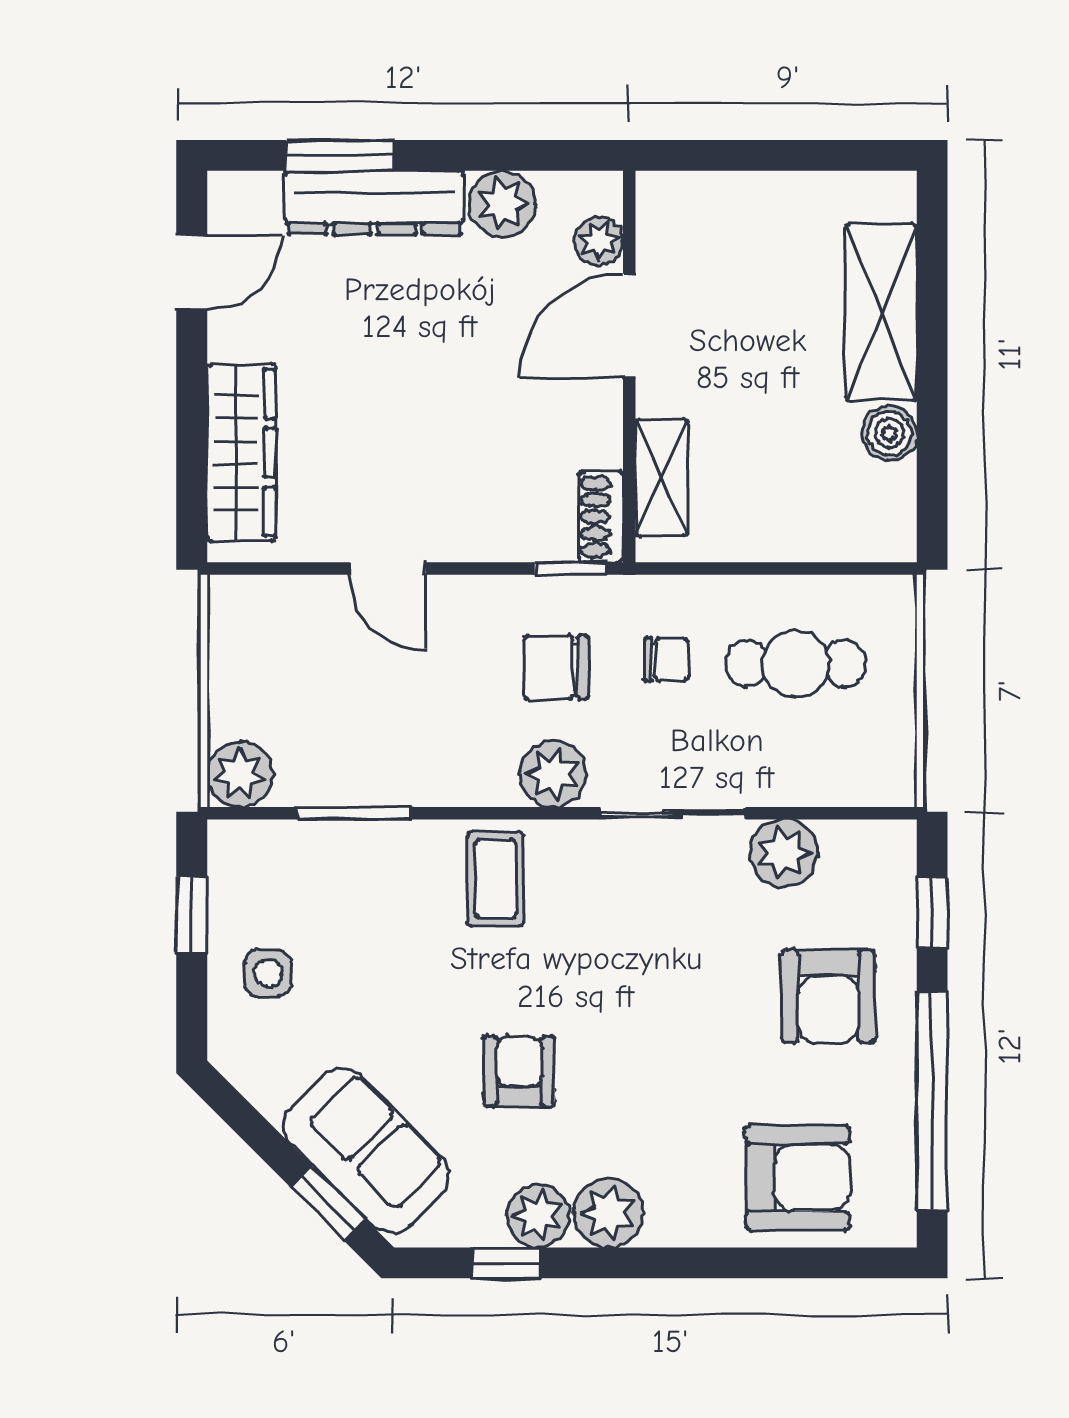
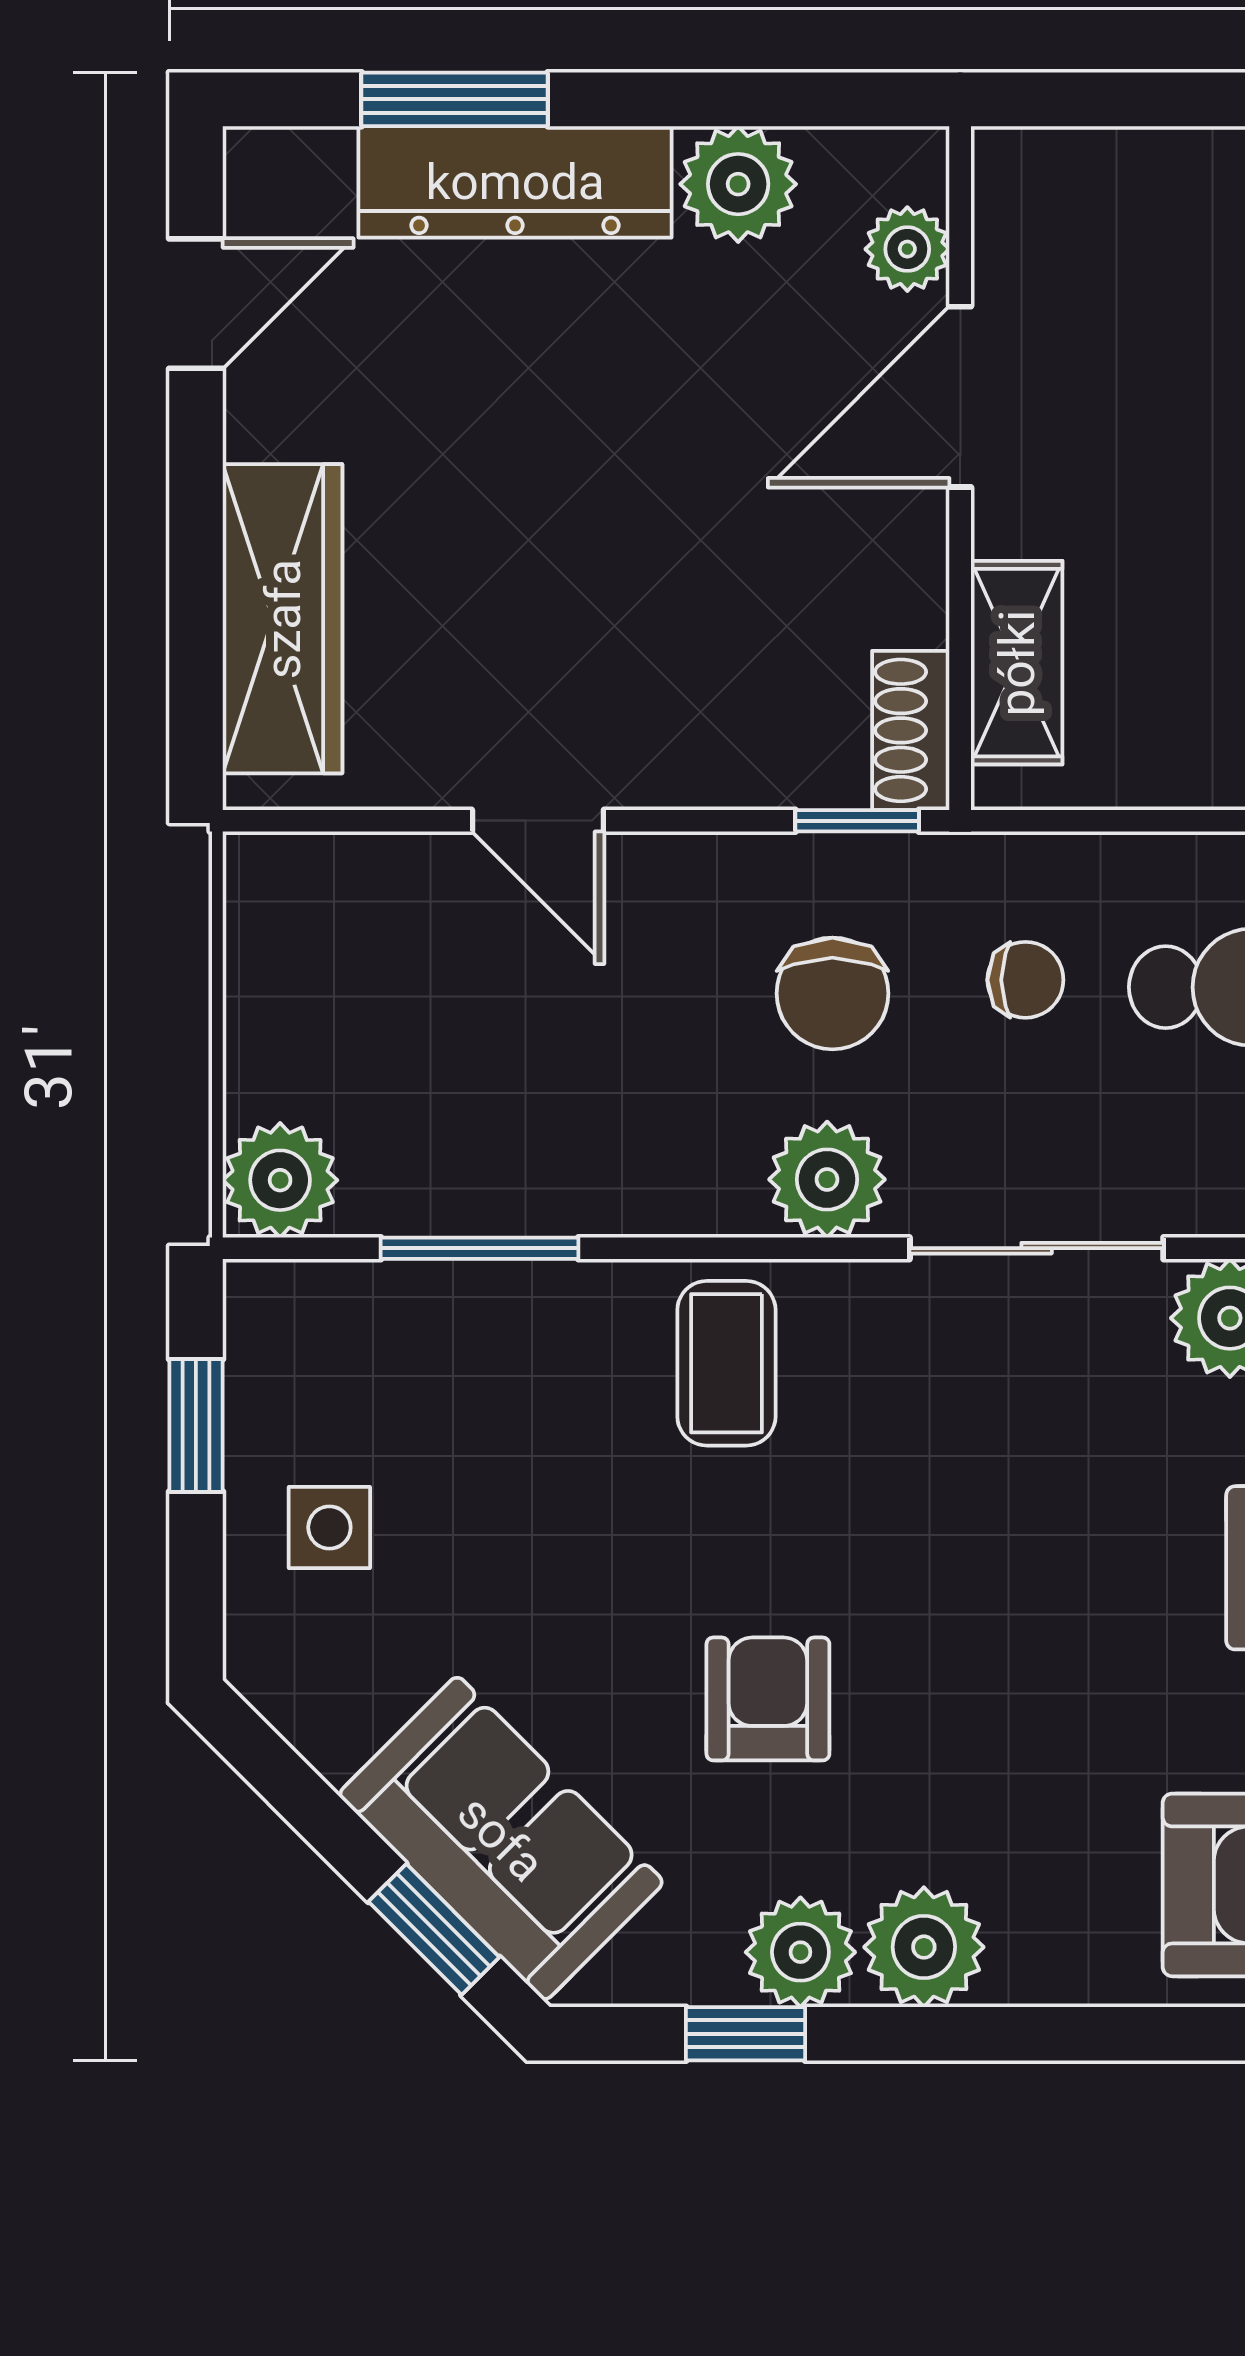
chair: (556, 667) -> (832, 993), turned -90

